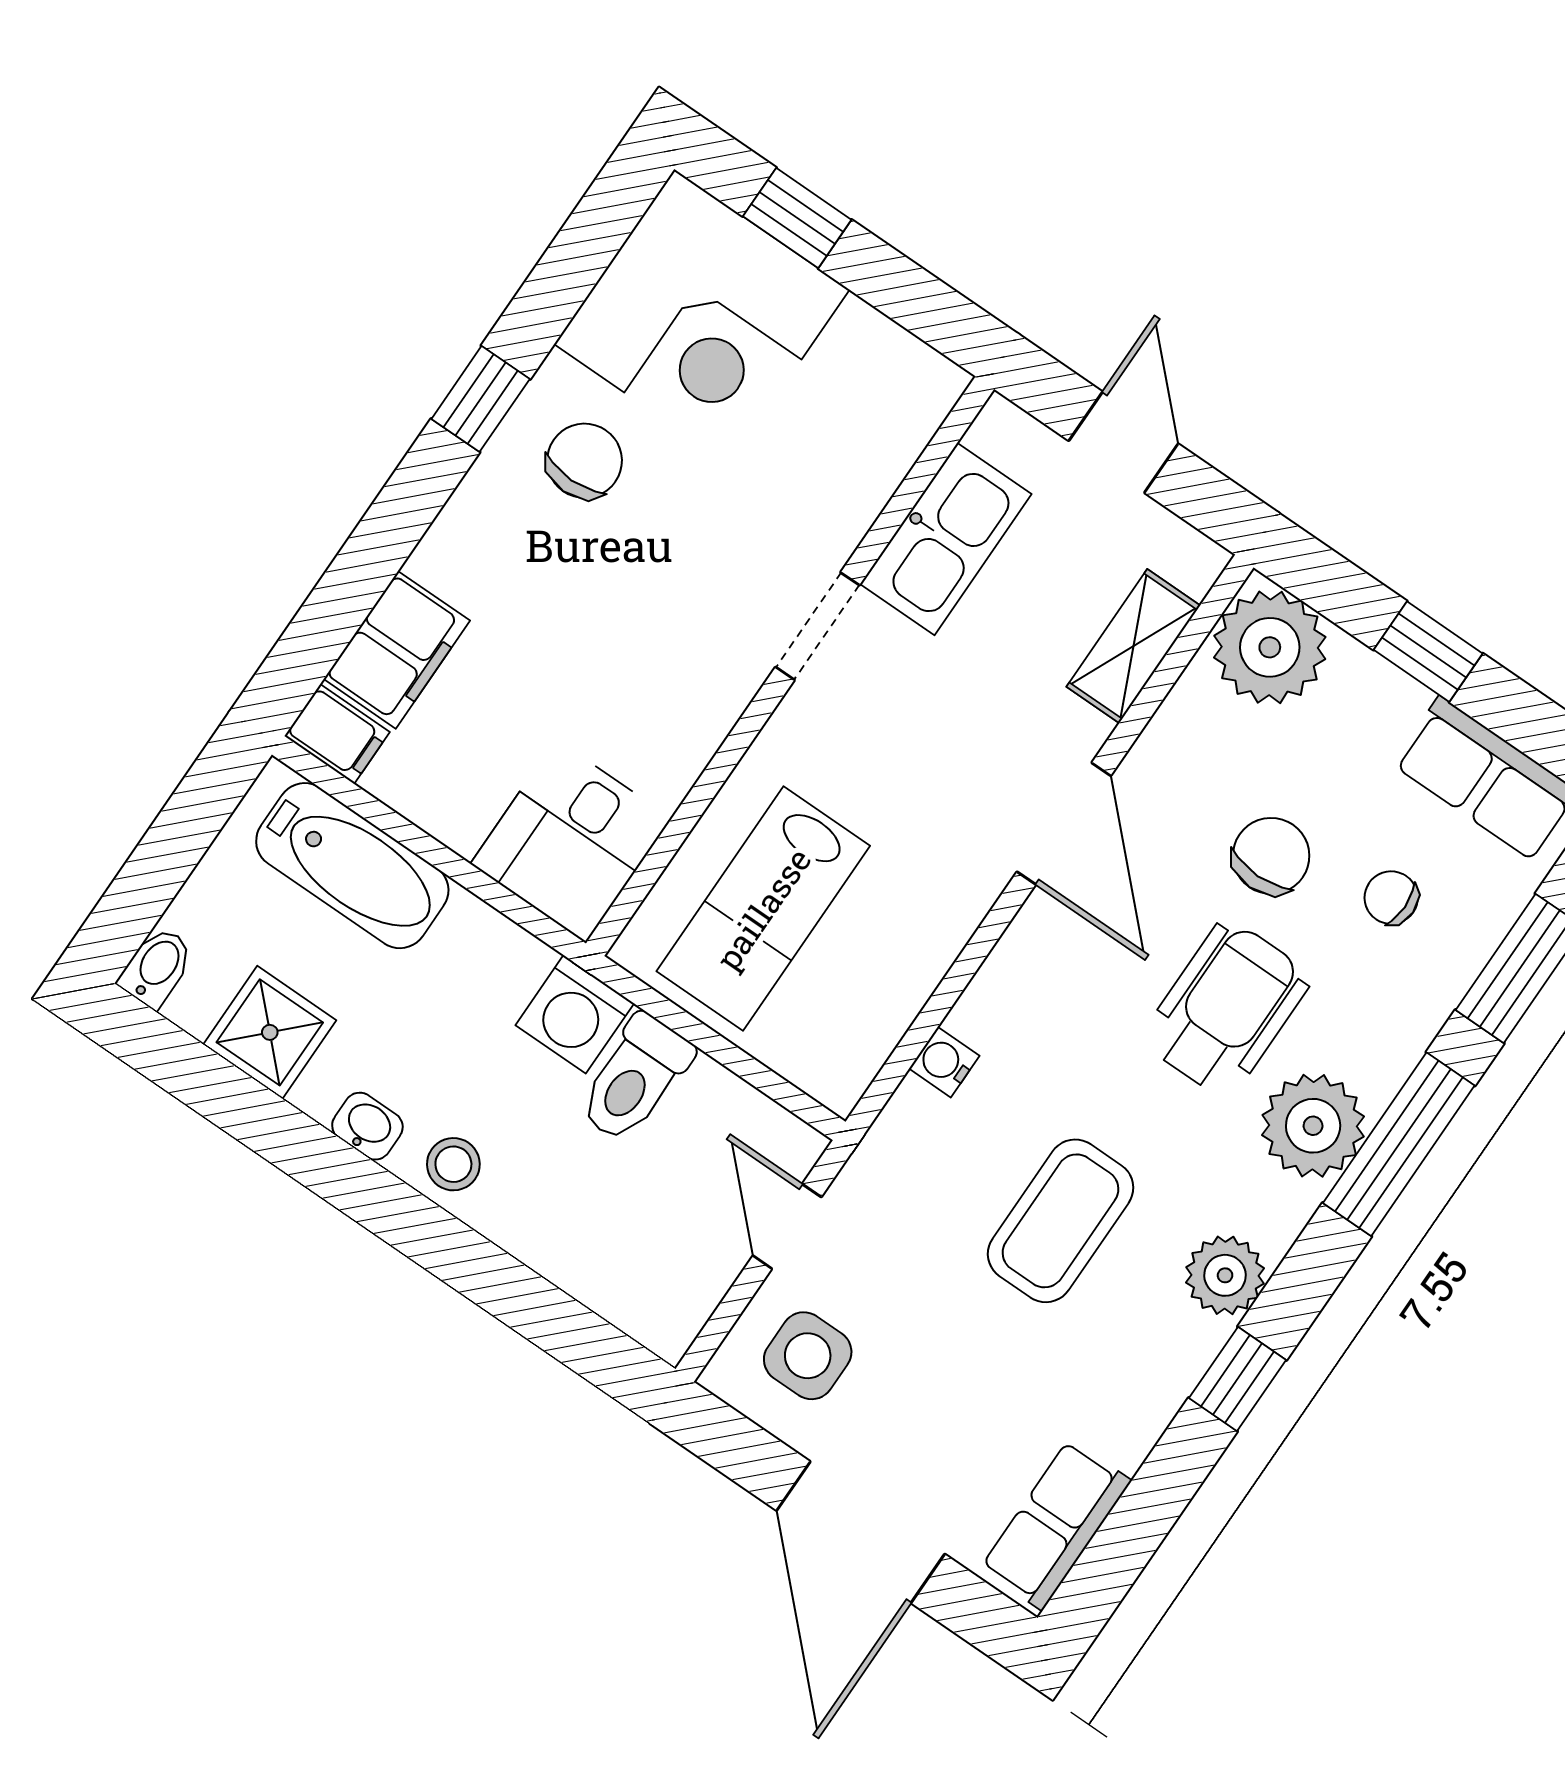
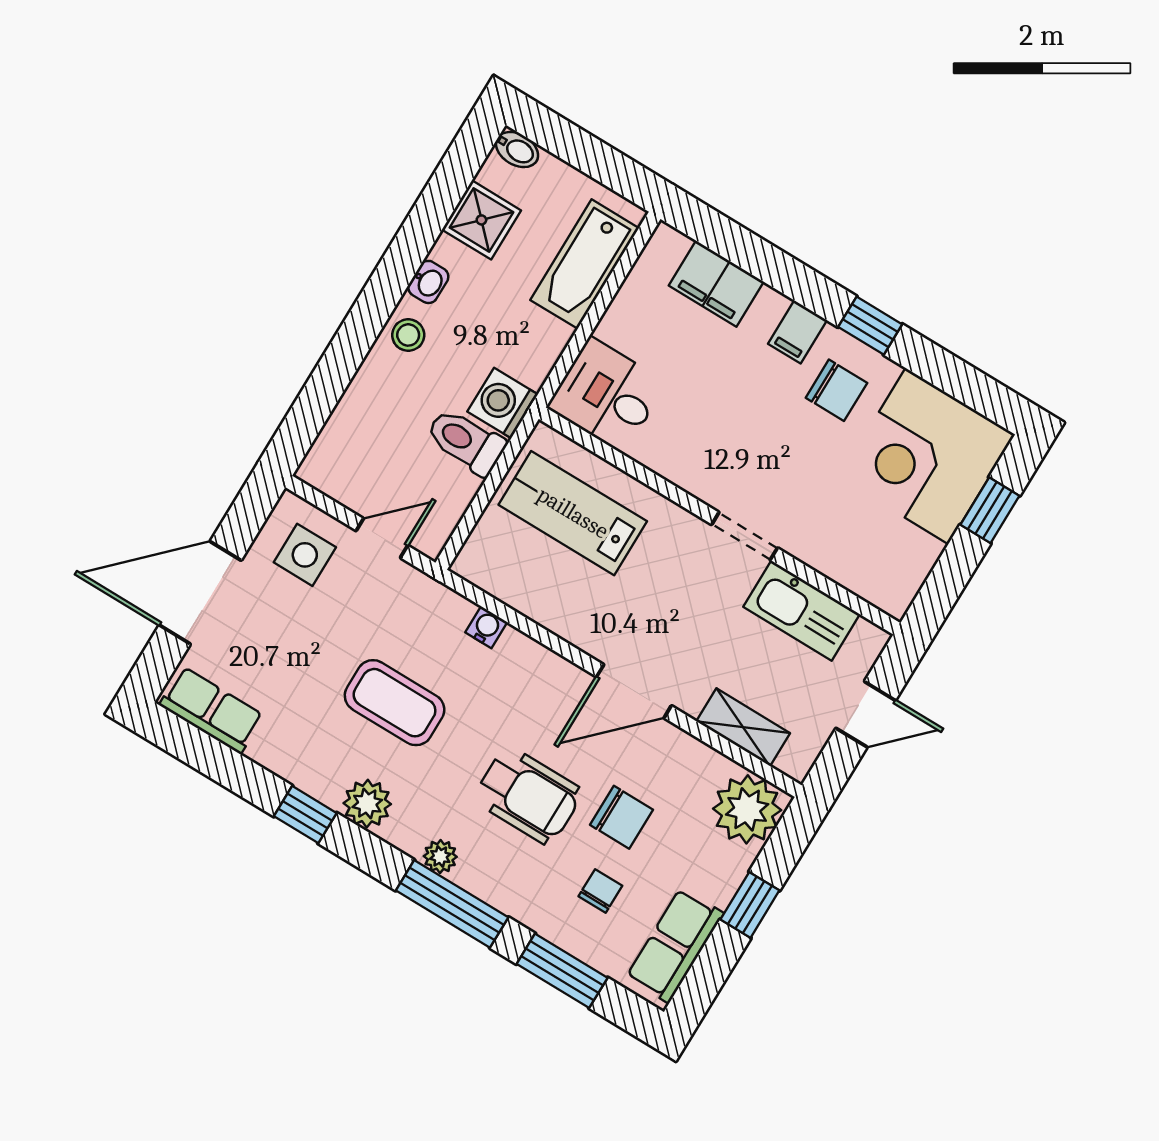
filing cabinet: (337, 734) -> (798, 332), moved
plant: (1313, 1126) -> (440, 856), width x0.53, depth x0.53

